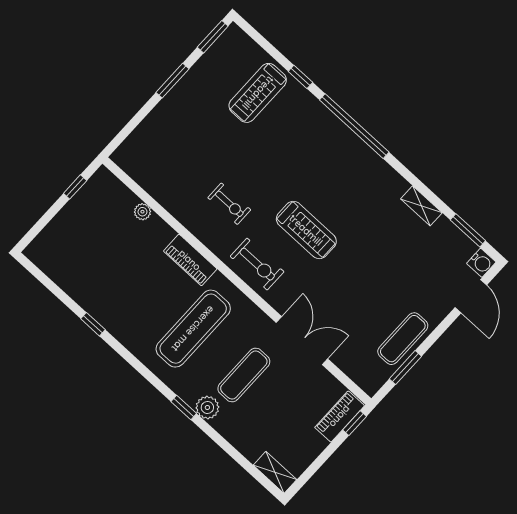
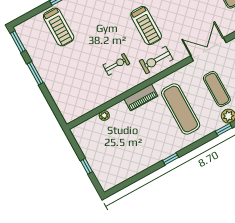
window: (75, 187) -> (87, 166), moved
treadmill: (306, 230) -> (146, 26), turned 90
exercise bike: (257, 264) -> (156, 60), turned 180
window: (93, 324) -> (171, 159), moved

